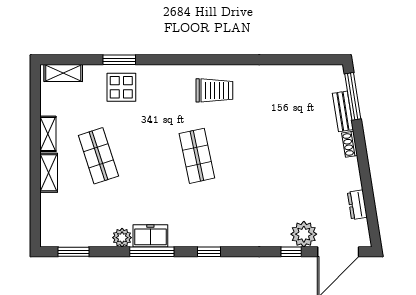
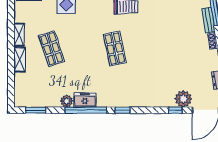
window: (152, 252) -> (86, 110), width x1.46

